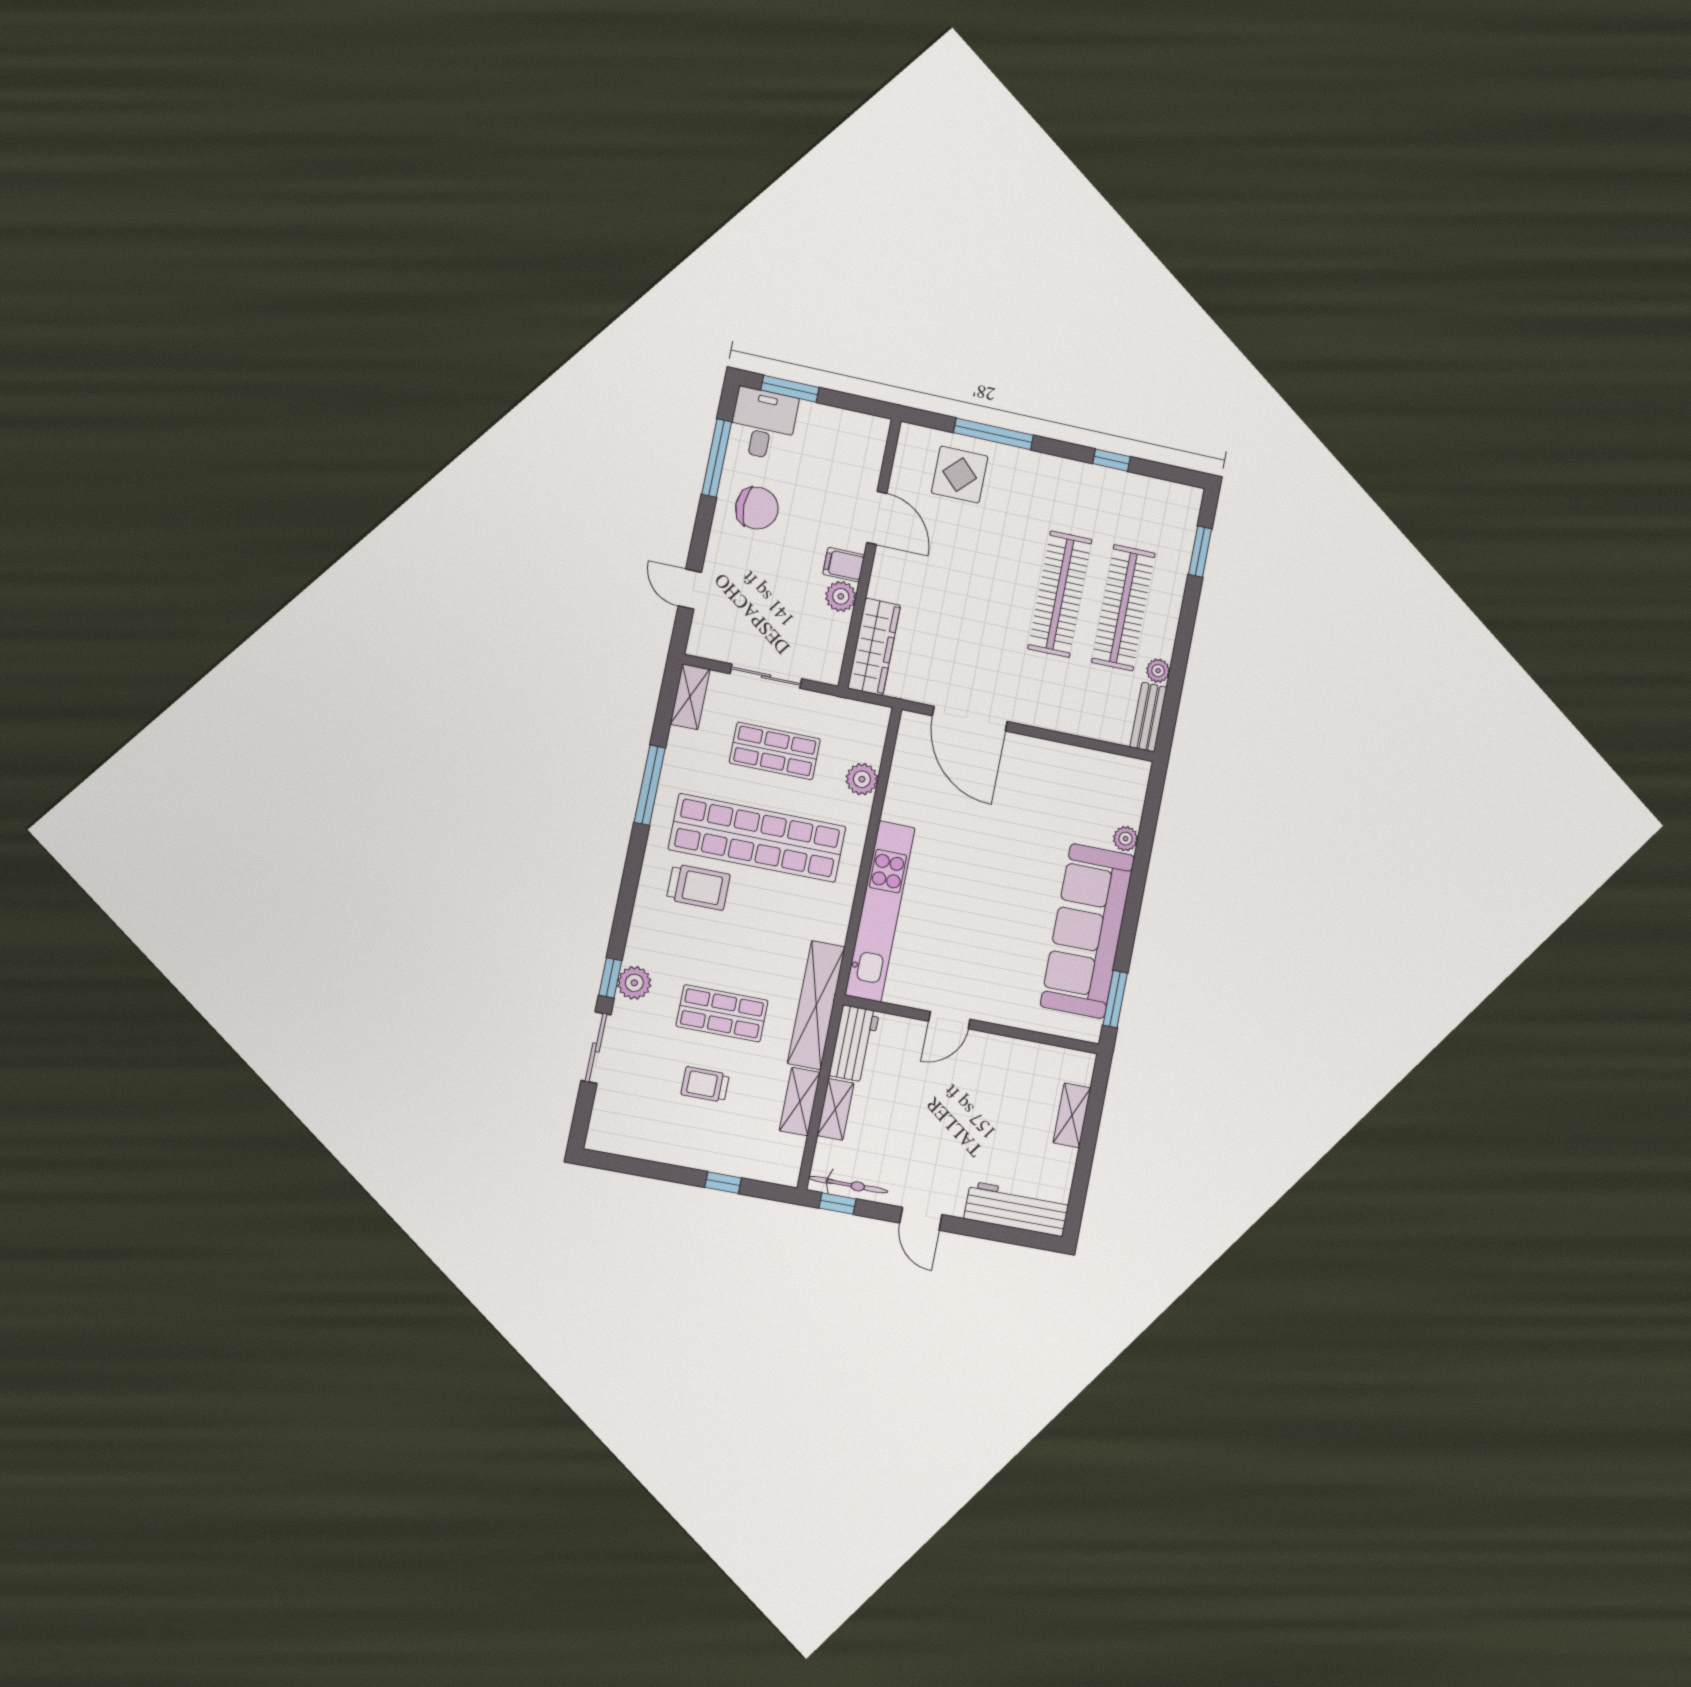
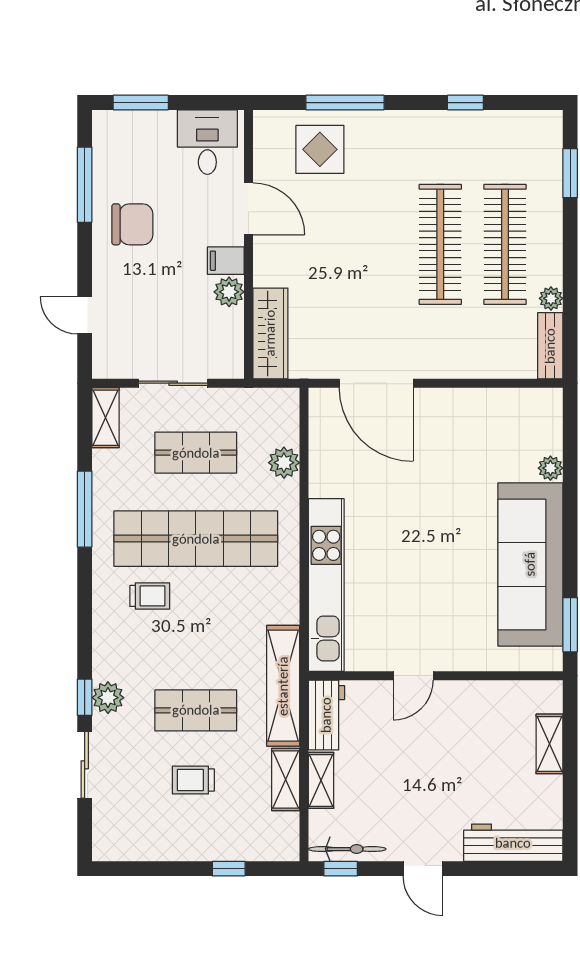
desk: (763, 424) -> (207, 142), moved
trolley: (698, 887) -> (150, 596), width x0.73, depth x0.72

